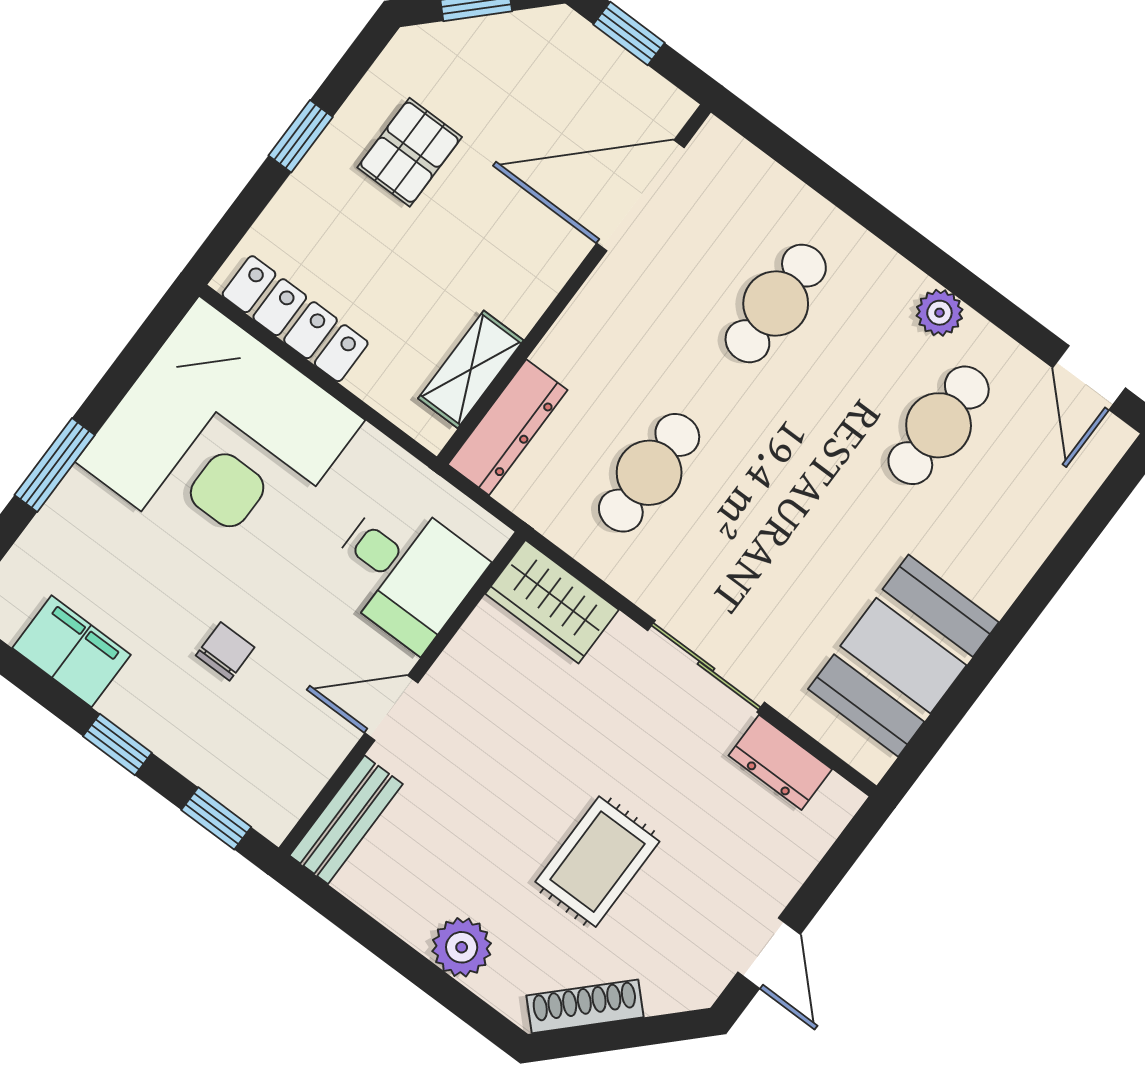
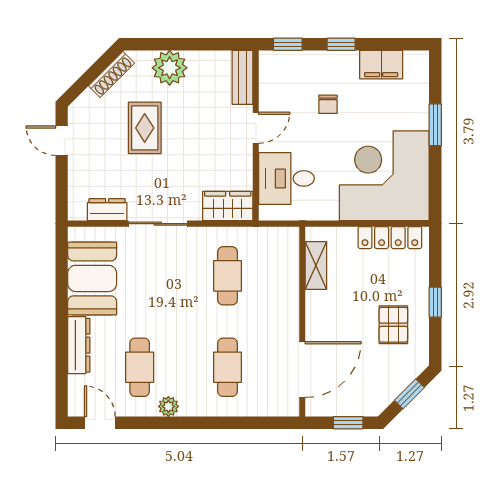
dresser: (508, 427) -> (79, 345), moved, turned 180
plant: (462, 947) -> (170, 68), width x1.36, depth x1.36

